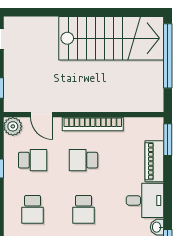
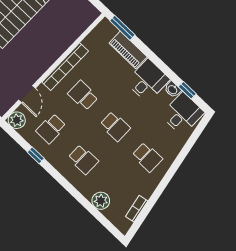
door: (42, 115) -> (27, 94), hinge flipped
school desk: (33, 160) -> (51, 129), turned 180
school desk: (84, 160) -> (83, 95), turned 90

